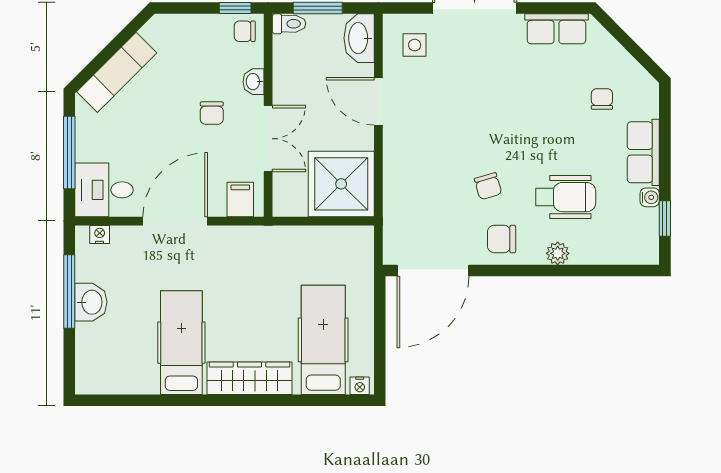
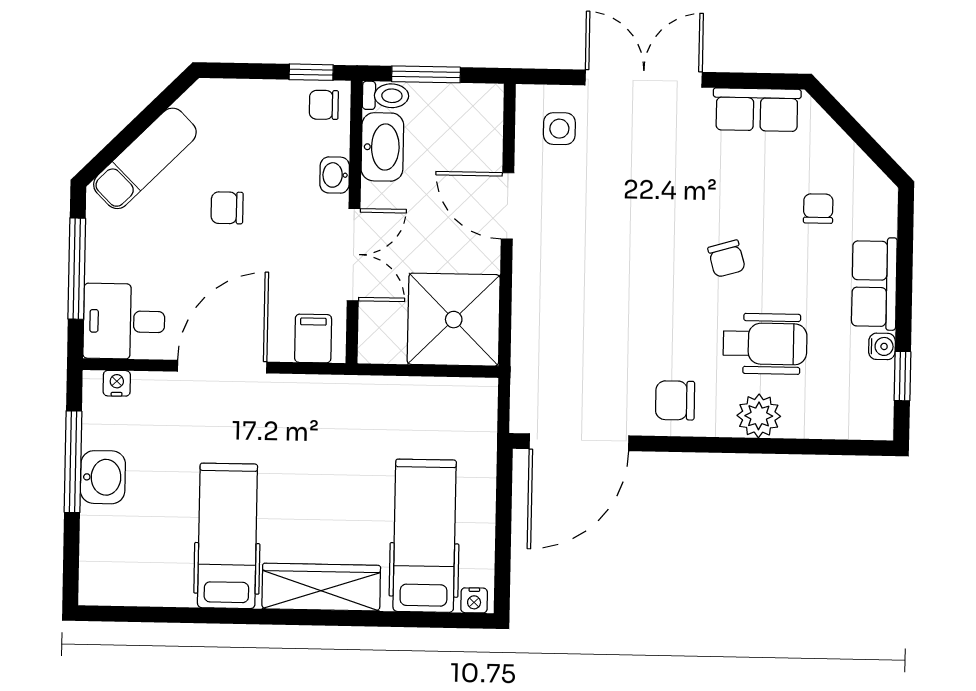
washbasin: (359, 38) -> (382, 147), moved, turned 180
chair: (212, 113) -> (227, 208), moved, turned 90
chair: (488, 186) -> (727, 259), moved
plant: (558, 253) -> (759, 416), width x1.38, depth x1.38

